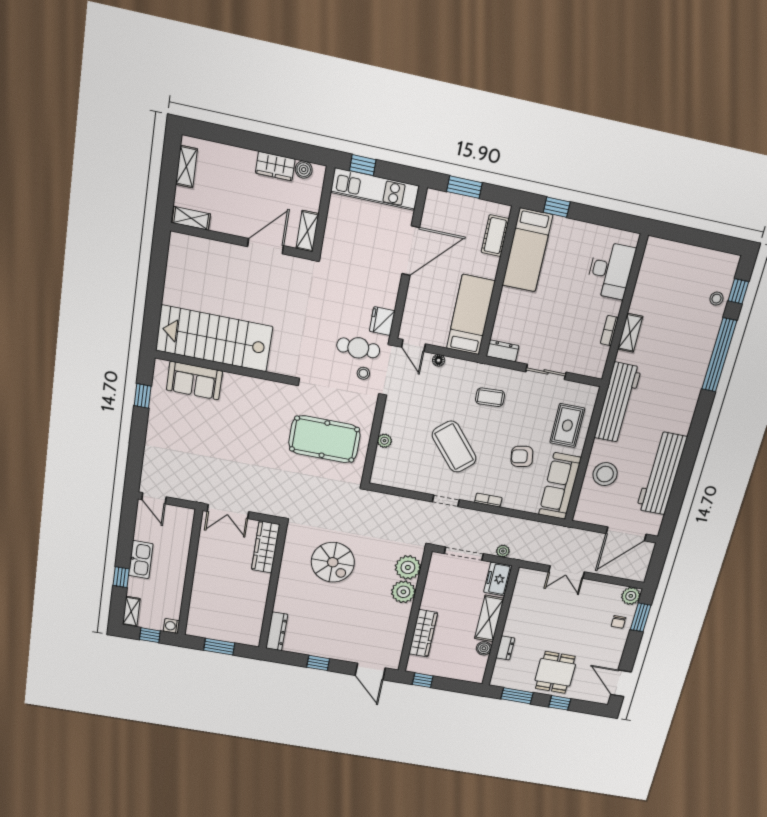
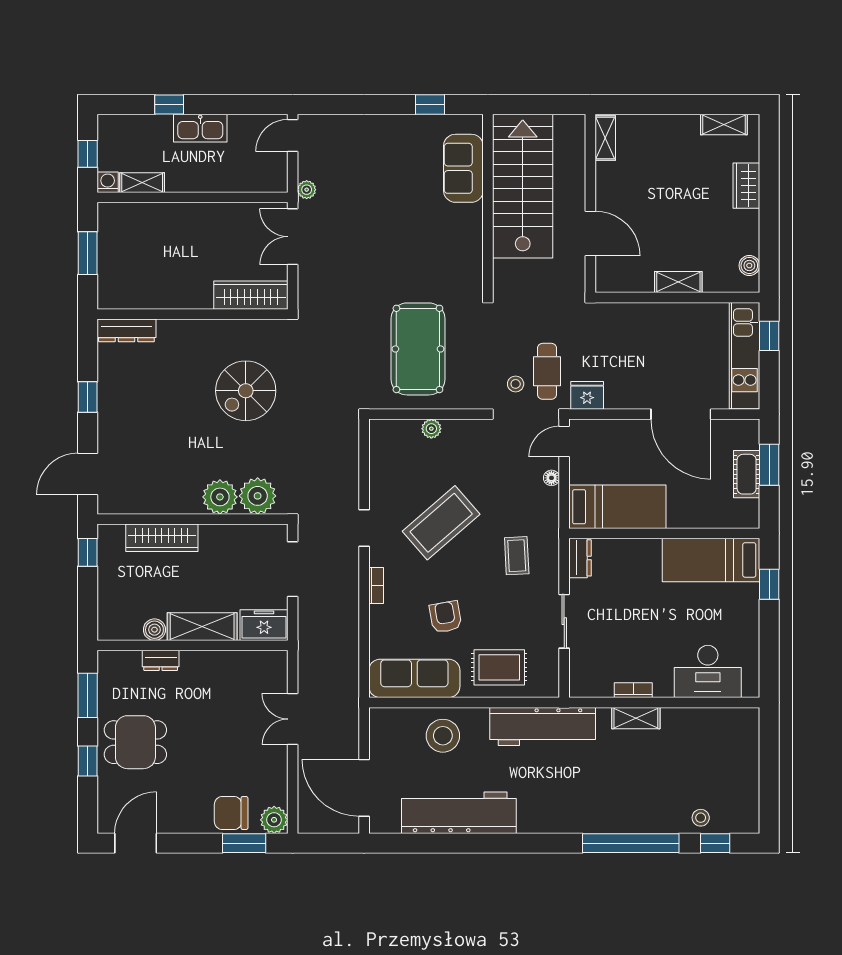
wardrobe: (275, 166) -> (746, 186), moved
shelving: (191, 218) -> (605, 138), moved
cot: (495, 236) -> (747, 474), moved, turned 90
wall: (242, 241) -> (590, 203), moved
door: (265, 246) -> (590, 233), moved
plant: (503, 551) -> (307, 190), moved
shelving: (131, 612) -> (142, 183), moved
chair: (618, 622) -> (231, 813), width x1.87, depth x1.87

